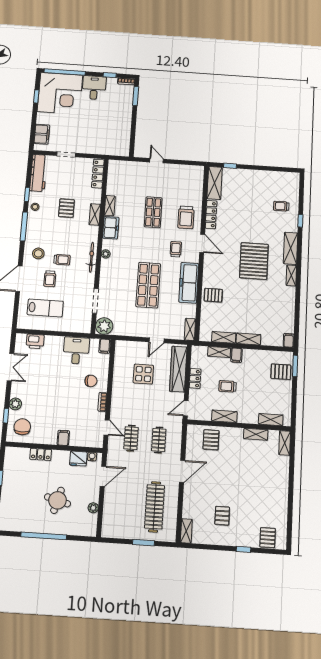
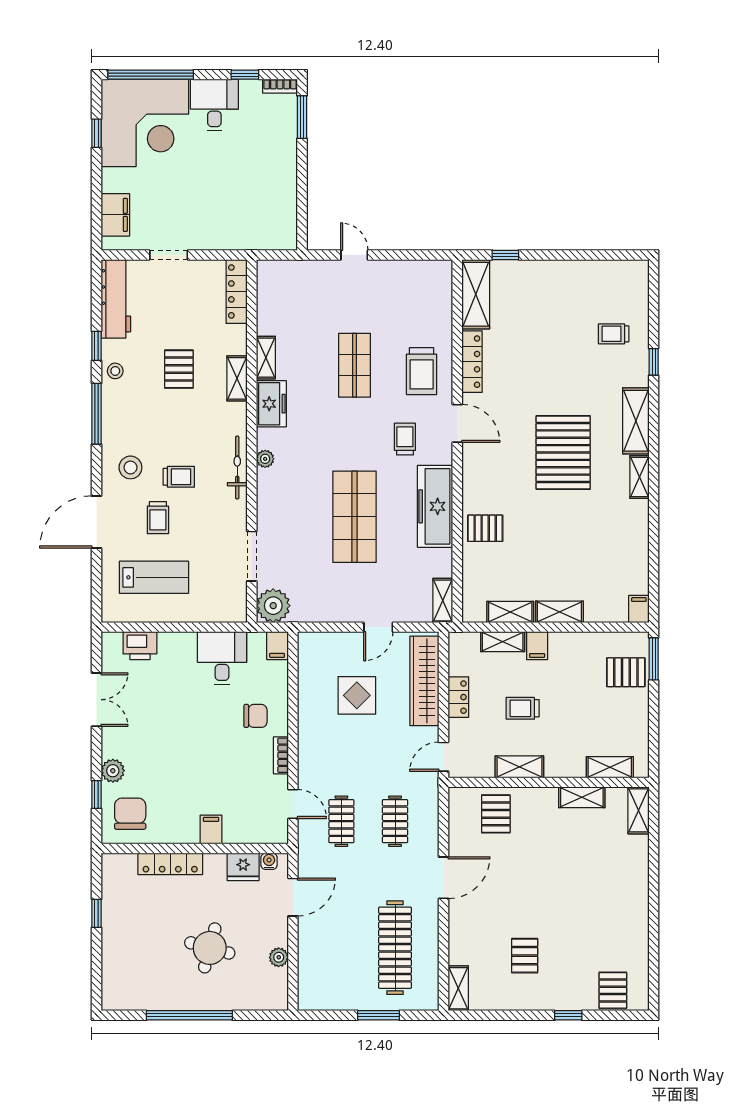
locker: (41, 454) -> (170, 864), width x1.53

